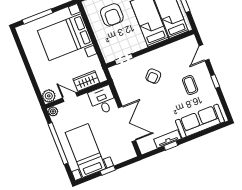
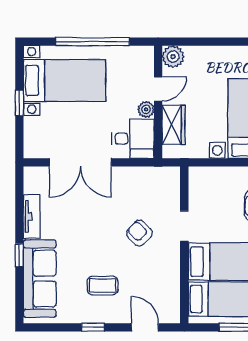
doorway: (124, 59) -> (184, 226), moved
plant: (53, 111) -> (146, 109), moved
window: (171, 146) -> (19, 255), moved

